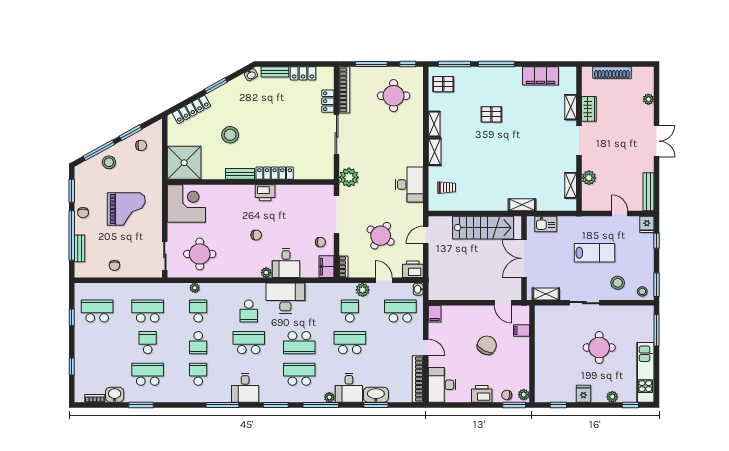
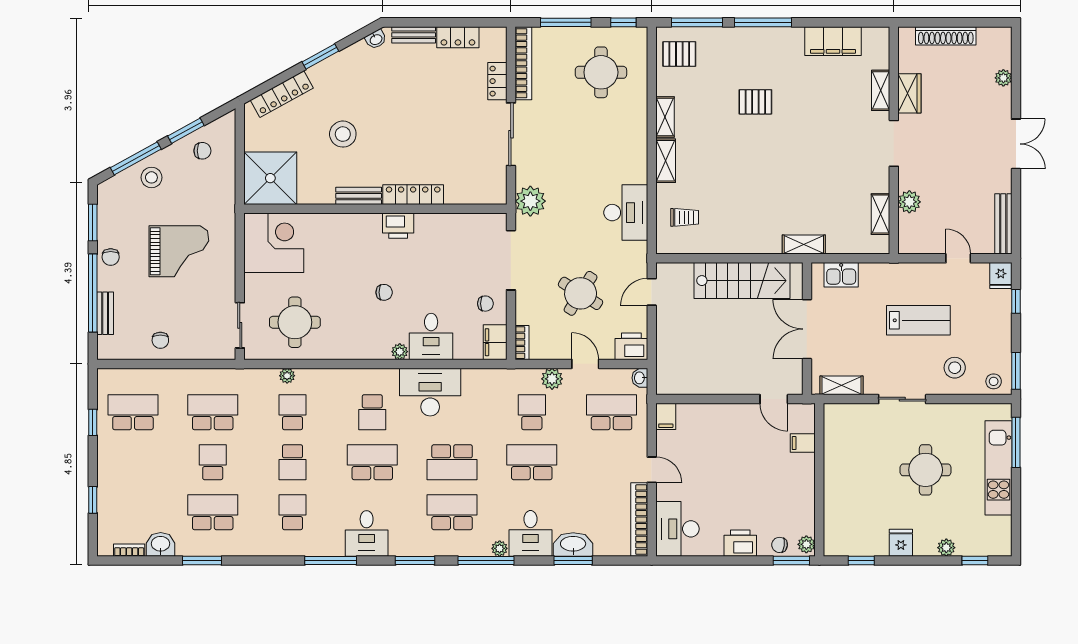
chair: (487, 345) -> (748, 466), removed
kitchen unit: (645, 372) -> (999, 468), moved

